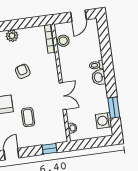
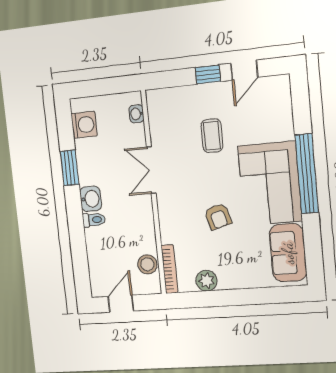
plant: (12, 36) -> (206, 281), moved
window: (114, 108) -> (70, 168), moved
window: (49, 149) -> (208, 74), moved

